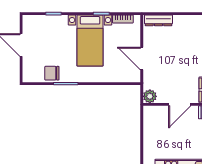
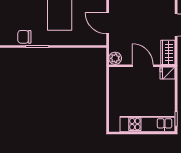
door: (180, 104) -> (143, 66), swing flipped

